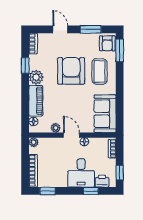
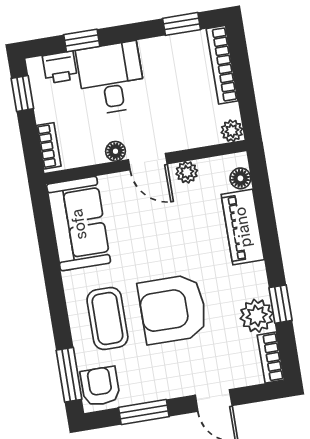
armchair: (71, 71) -> (173, 309), turned 90
plant: (36, 77) -> (257, 316), moved

